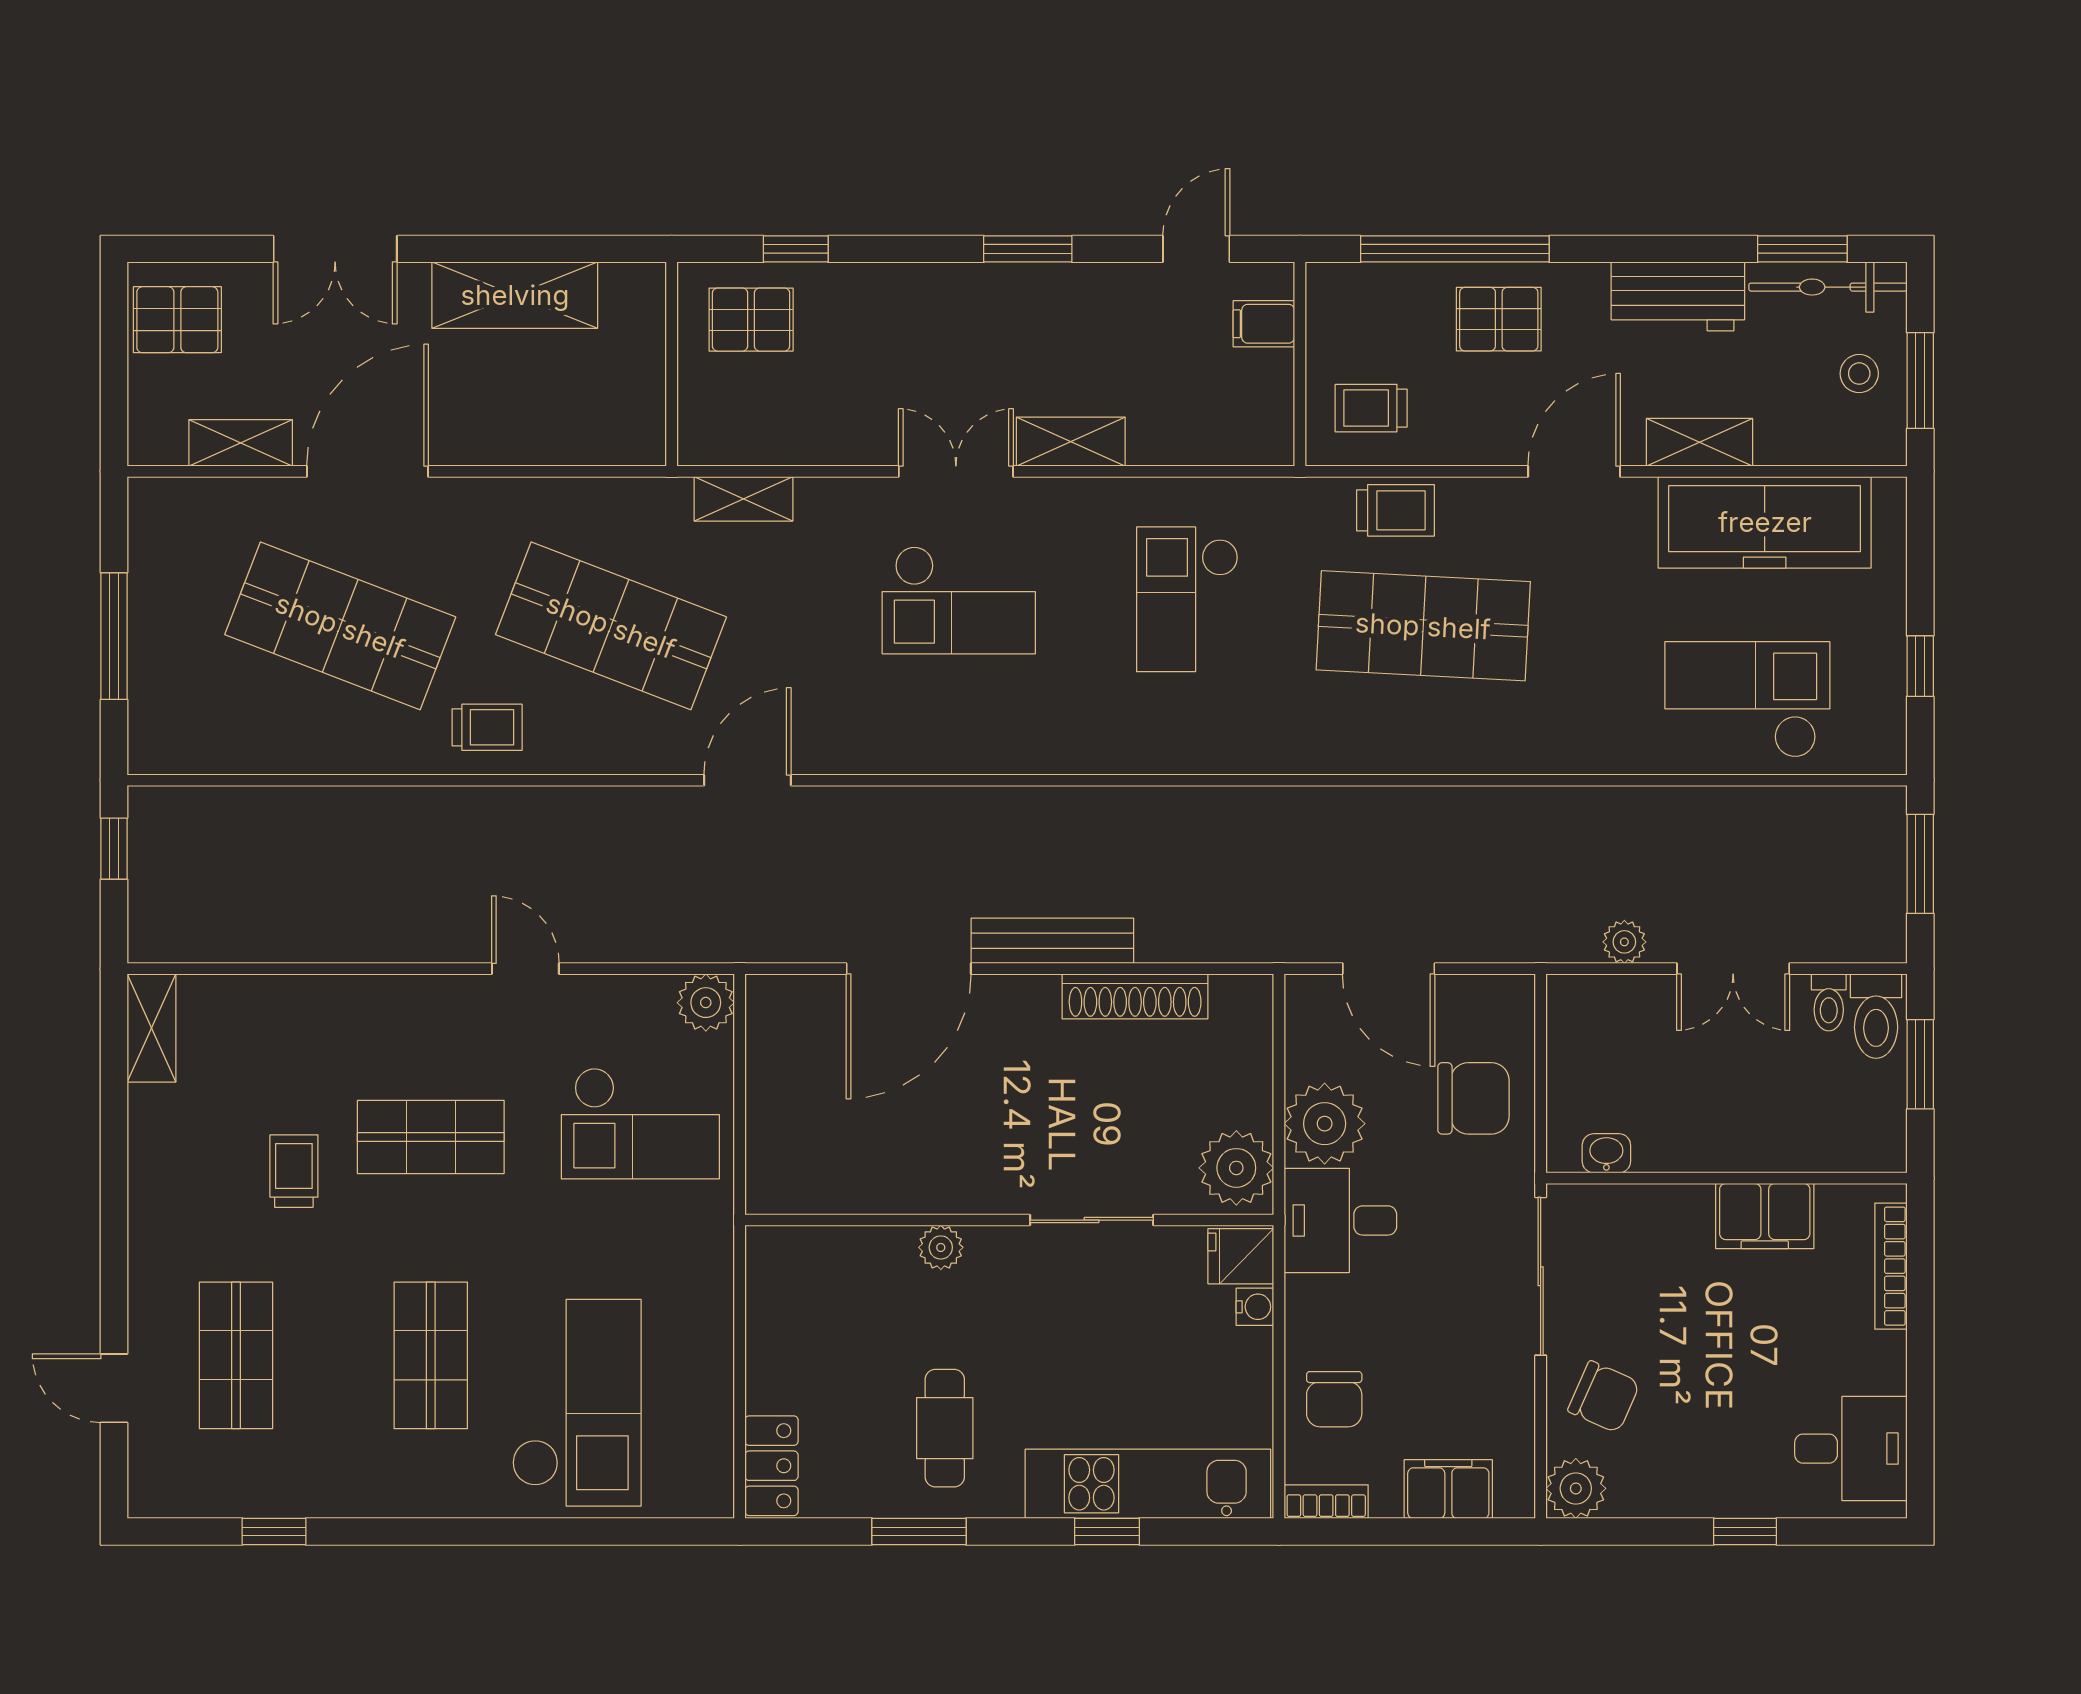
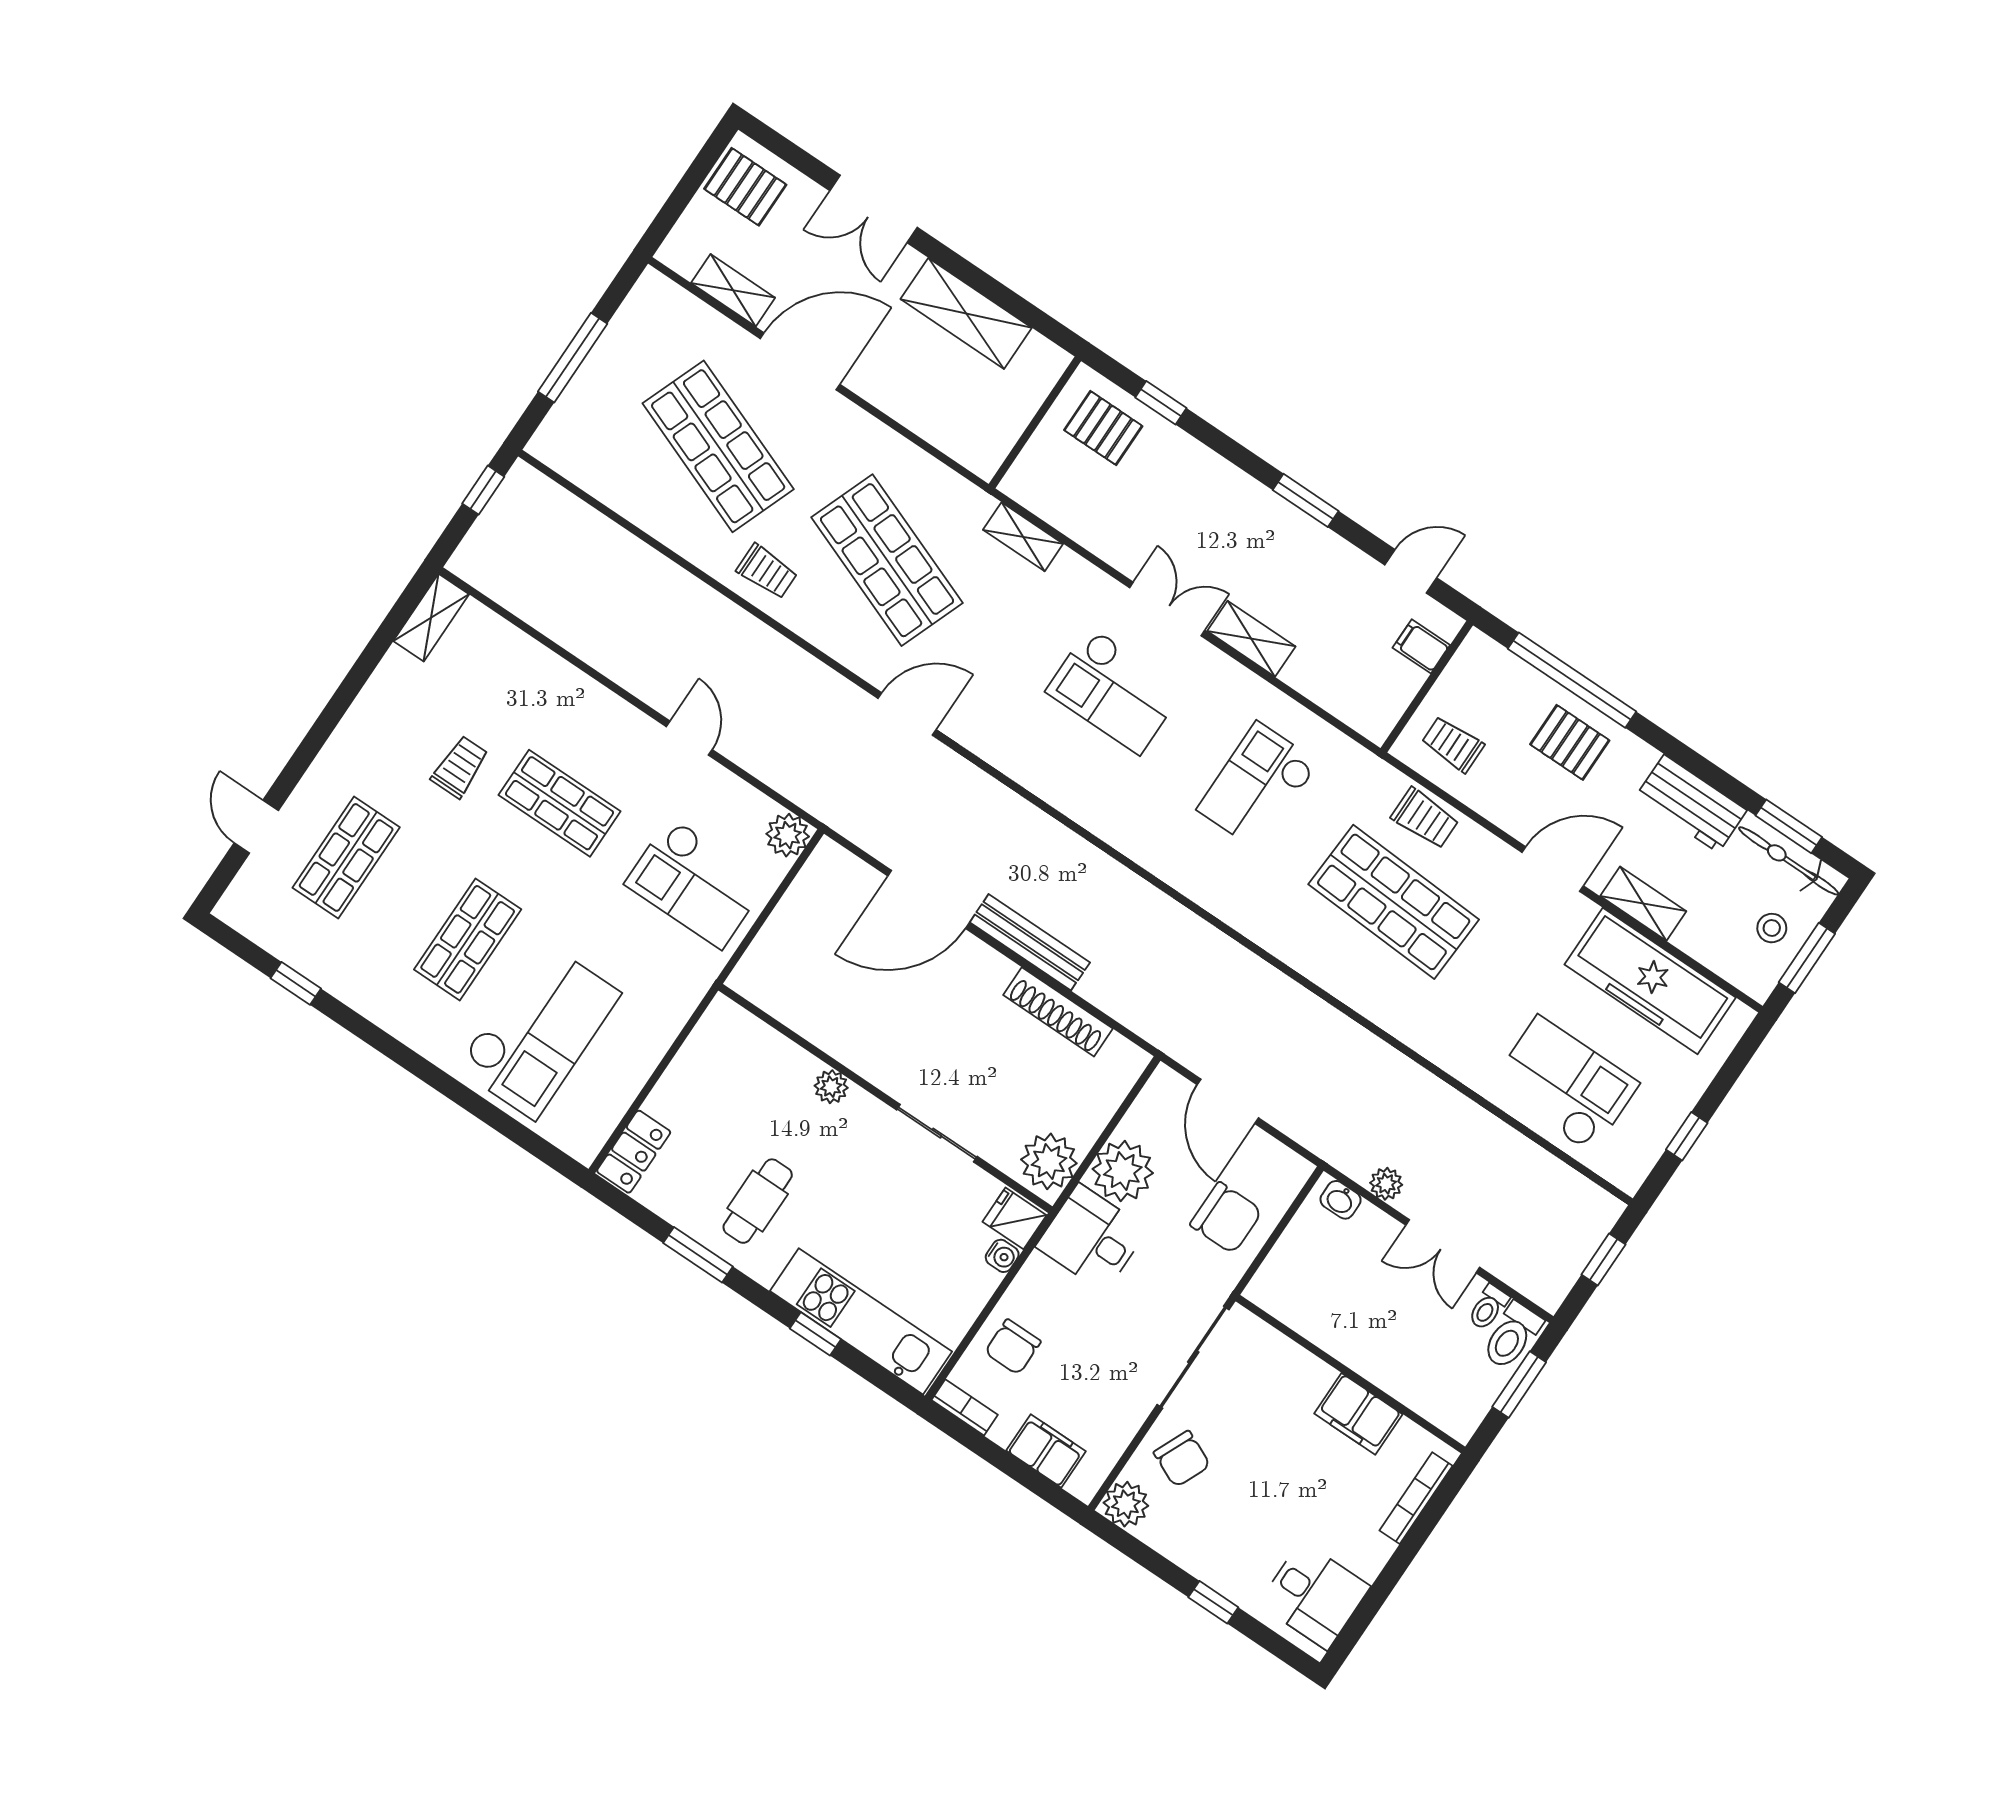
window: (1920, 864) -> (1603, 1260), width x0.67
washbasin: (1606, 1153) -> (1341, 1200), moved, turned 180

